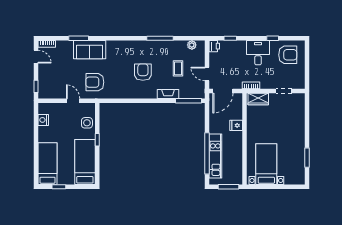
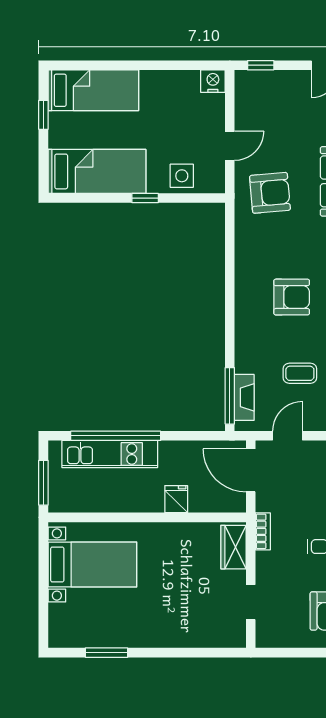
armchair: (95, 82) -> (270, 193), turned 85
fireplace: (168, 94) -> (244, 397), moved
nightstand: (43, 120) -> (213, 81), moved

